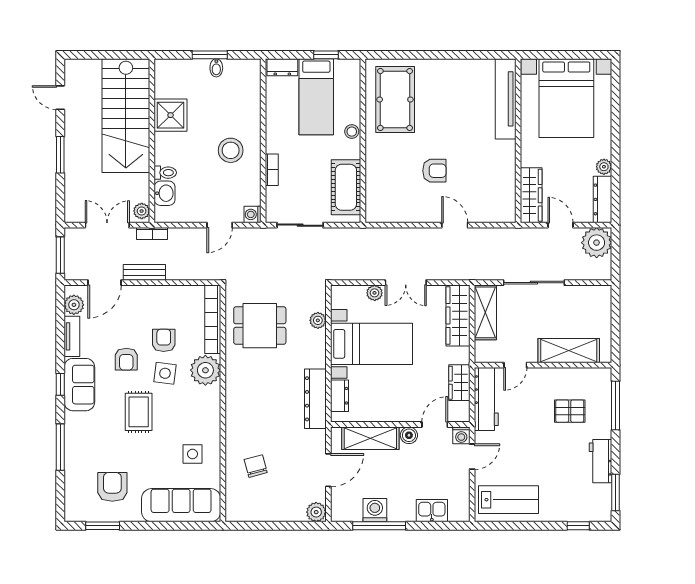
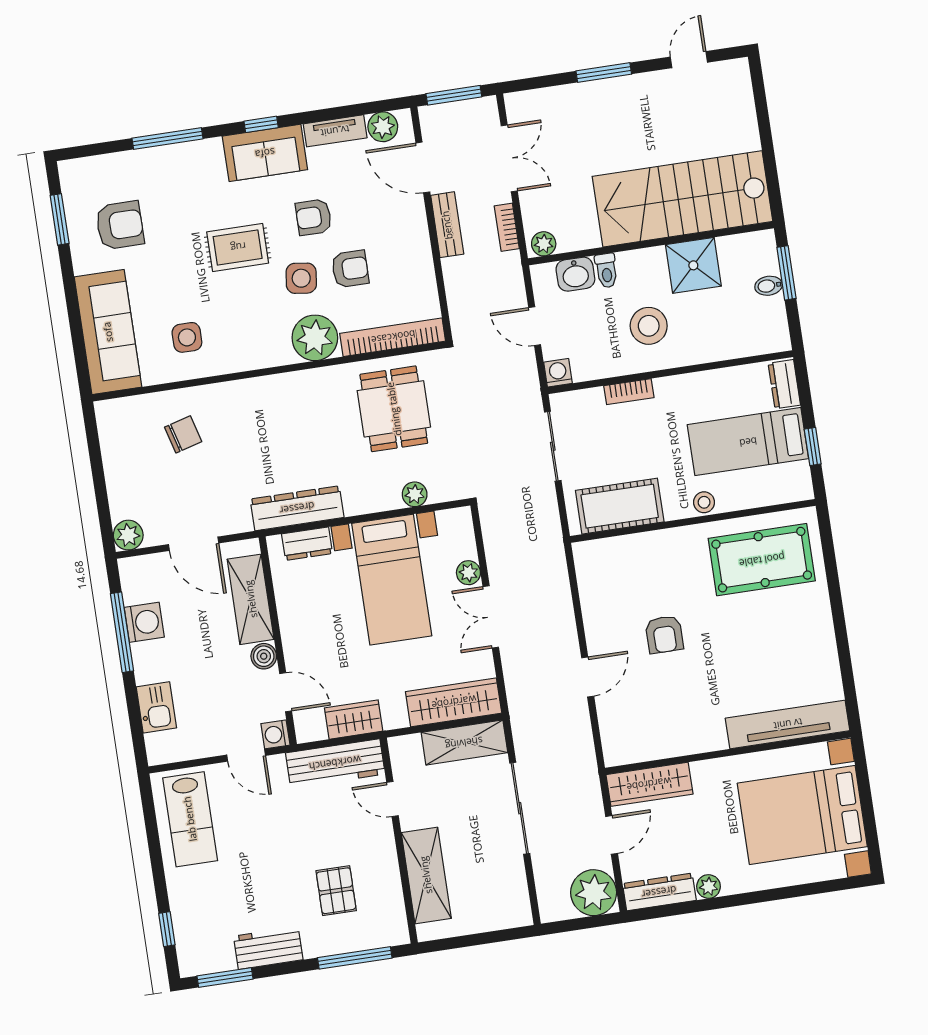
shower: (171, 115) -> (693, 265), moved
stairs: (126, 116) -> (682, 199), moved
wall: (152, 141) -> (651, 243), moved
toilet: (165, 173) -> (606, 270), moved
washbasin: (165, 193) -> (575, 274), moved
plant: (142, 211) -> (544, 244), moved

